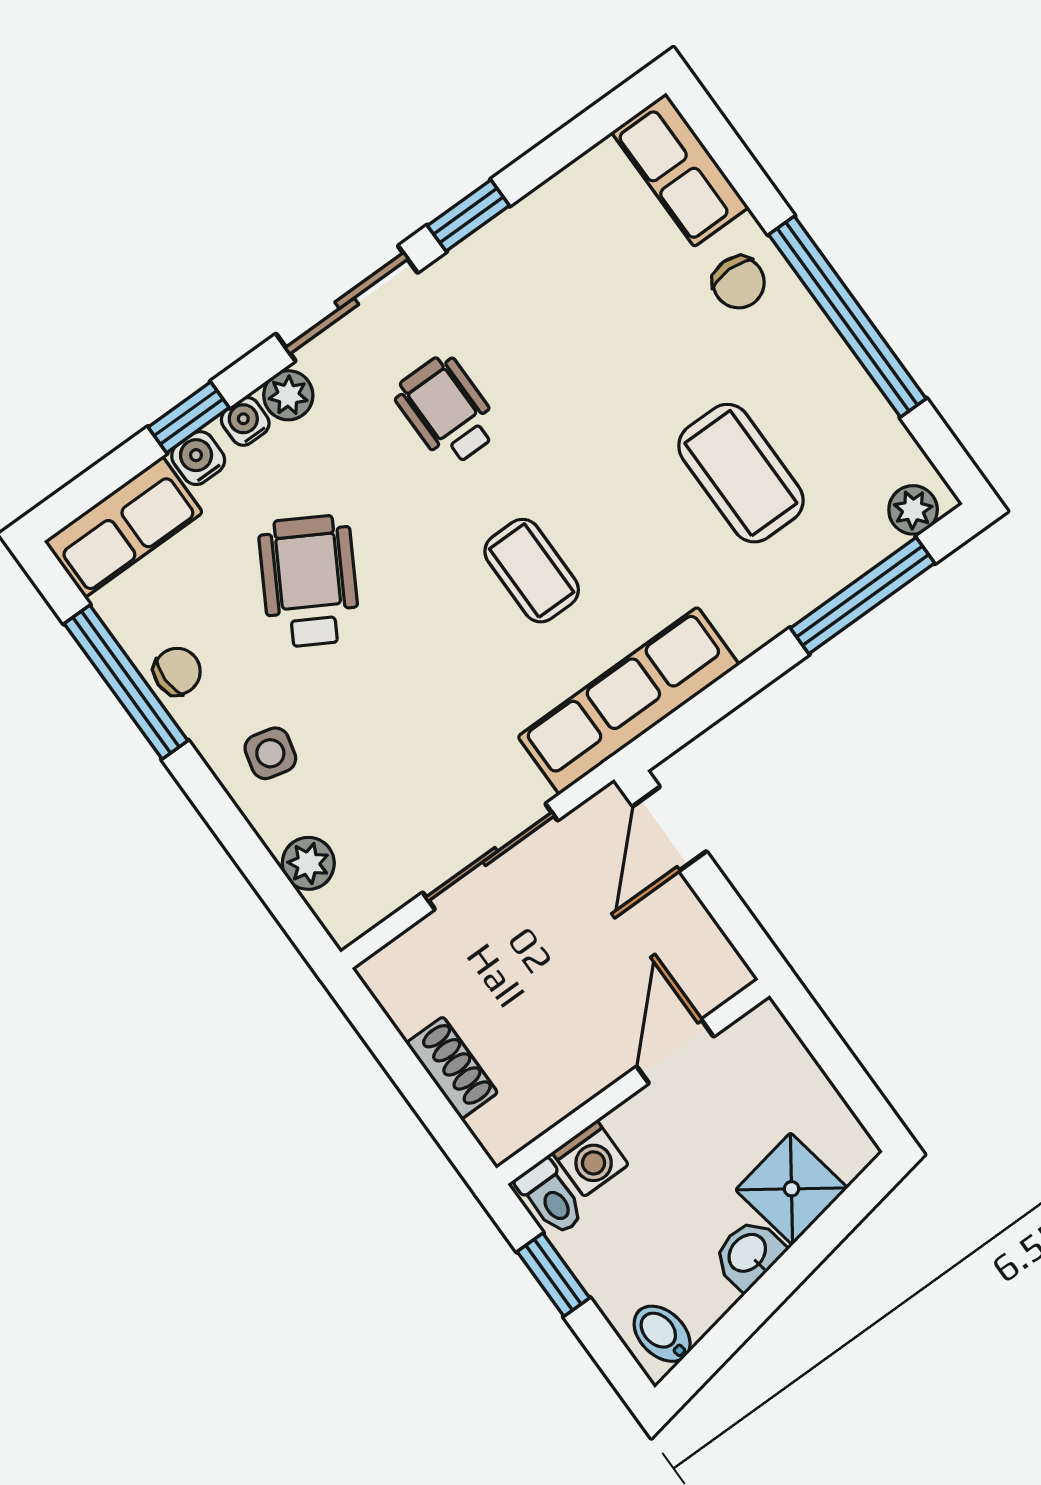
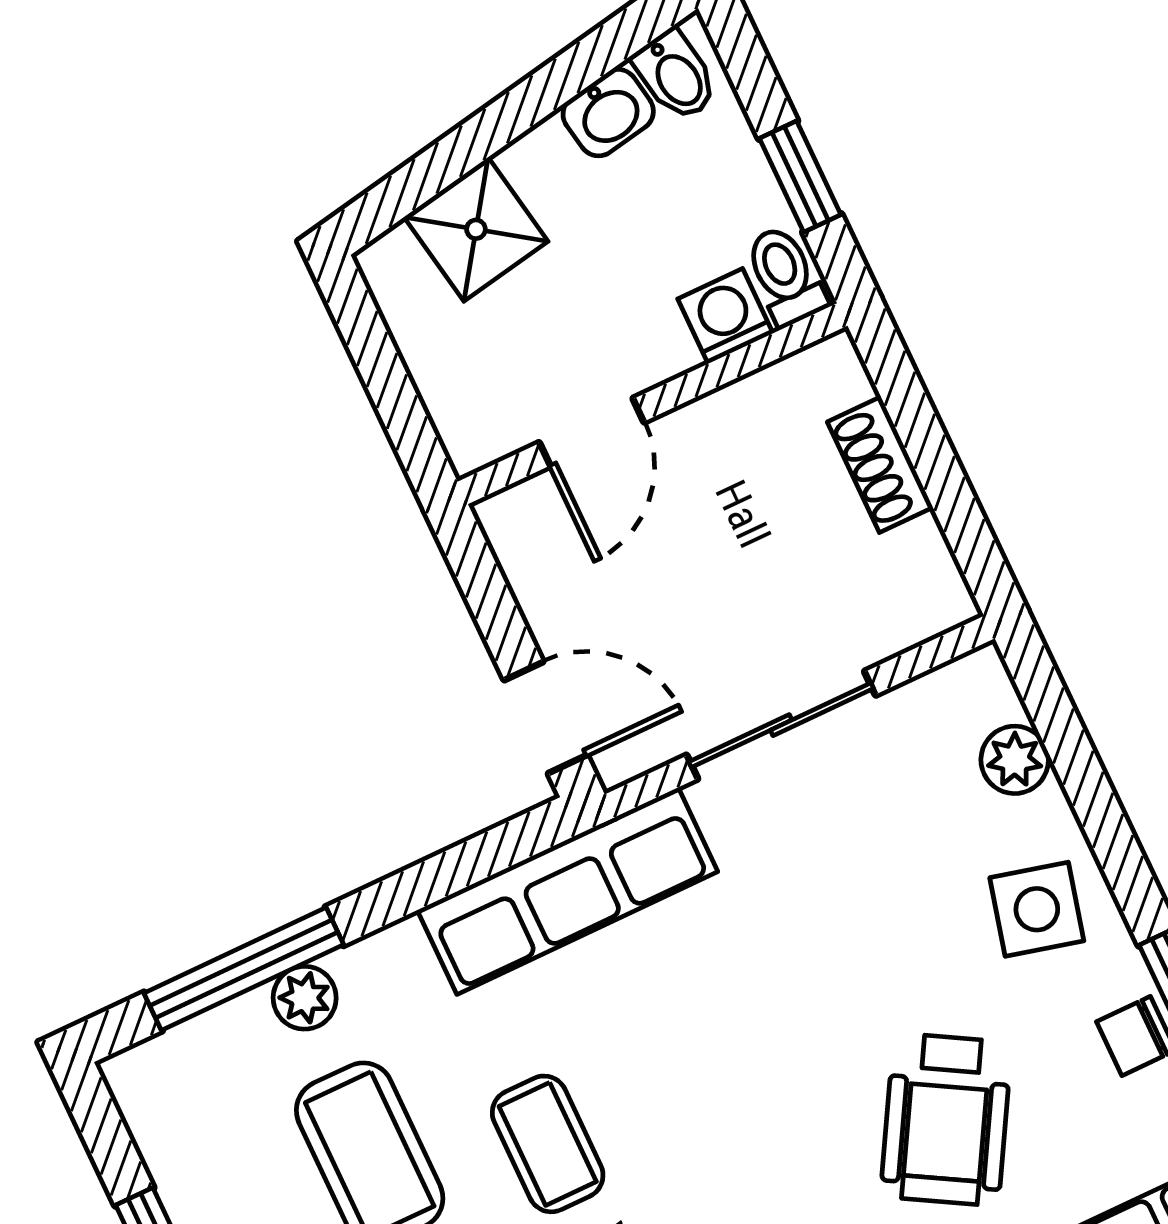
plant: (913, 510) -> (305, 998), moved
coffee table: (532, 571) -> (548, 1144), moved
side table: (270, 753) -> (1037, 909), width x1.37, depth x1.37
door: (670, 829) -> (546, 718), hinge flipped
washbasin: (748, 1254) -> (608, 113), moved

